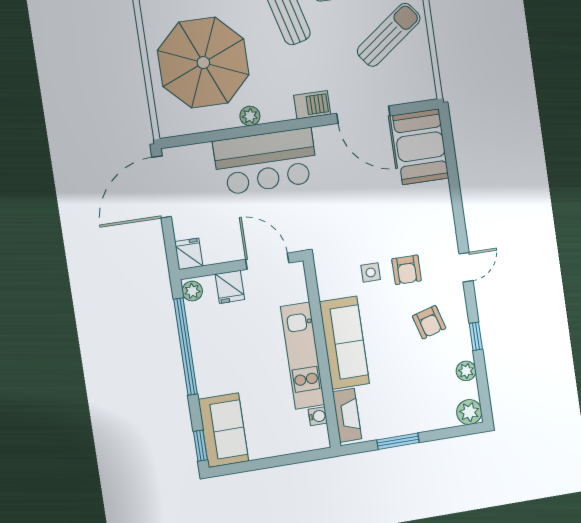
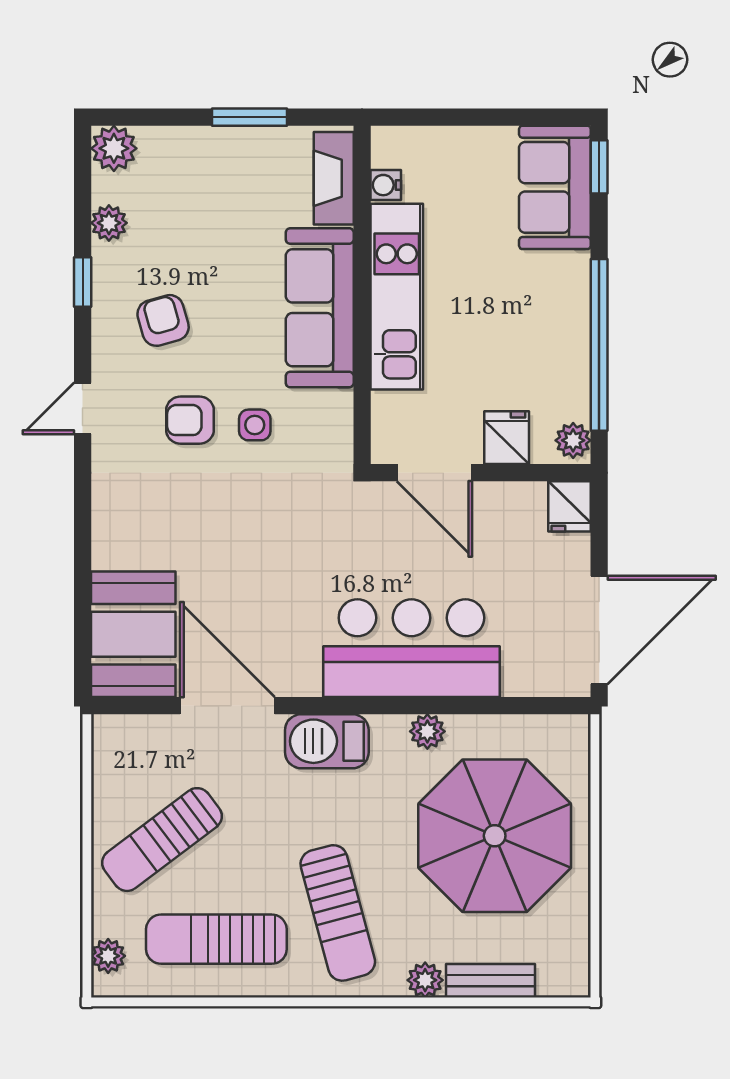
barbecue: (312, 105) -> (327, 741), width x1.38, depth x1.27
armchair: (407, 270) -> (190, 420), turned -90

